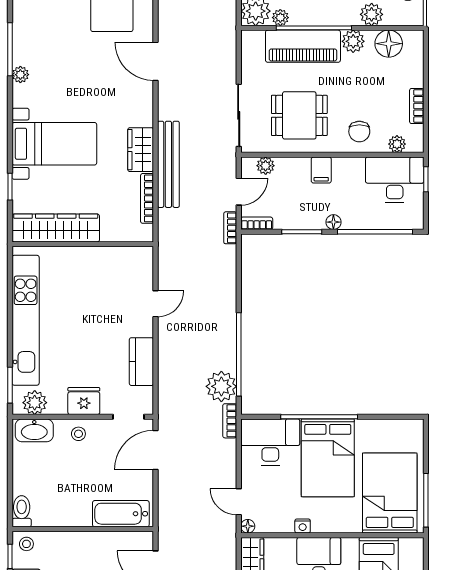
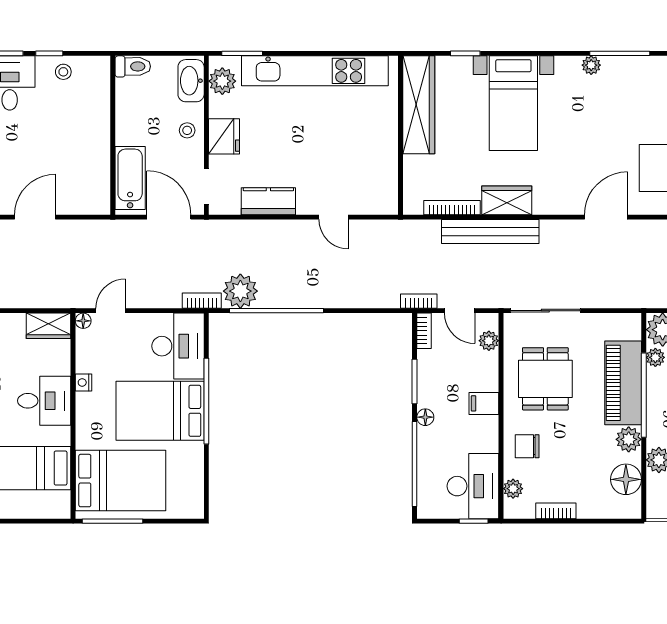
toilet: (22, 511) -> (133, 66), moved
bathtub: (121, 514) -> (130, 178), moved
wall: (83, 529) -> (113, 135), moved

